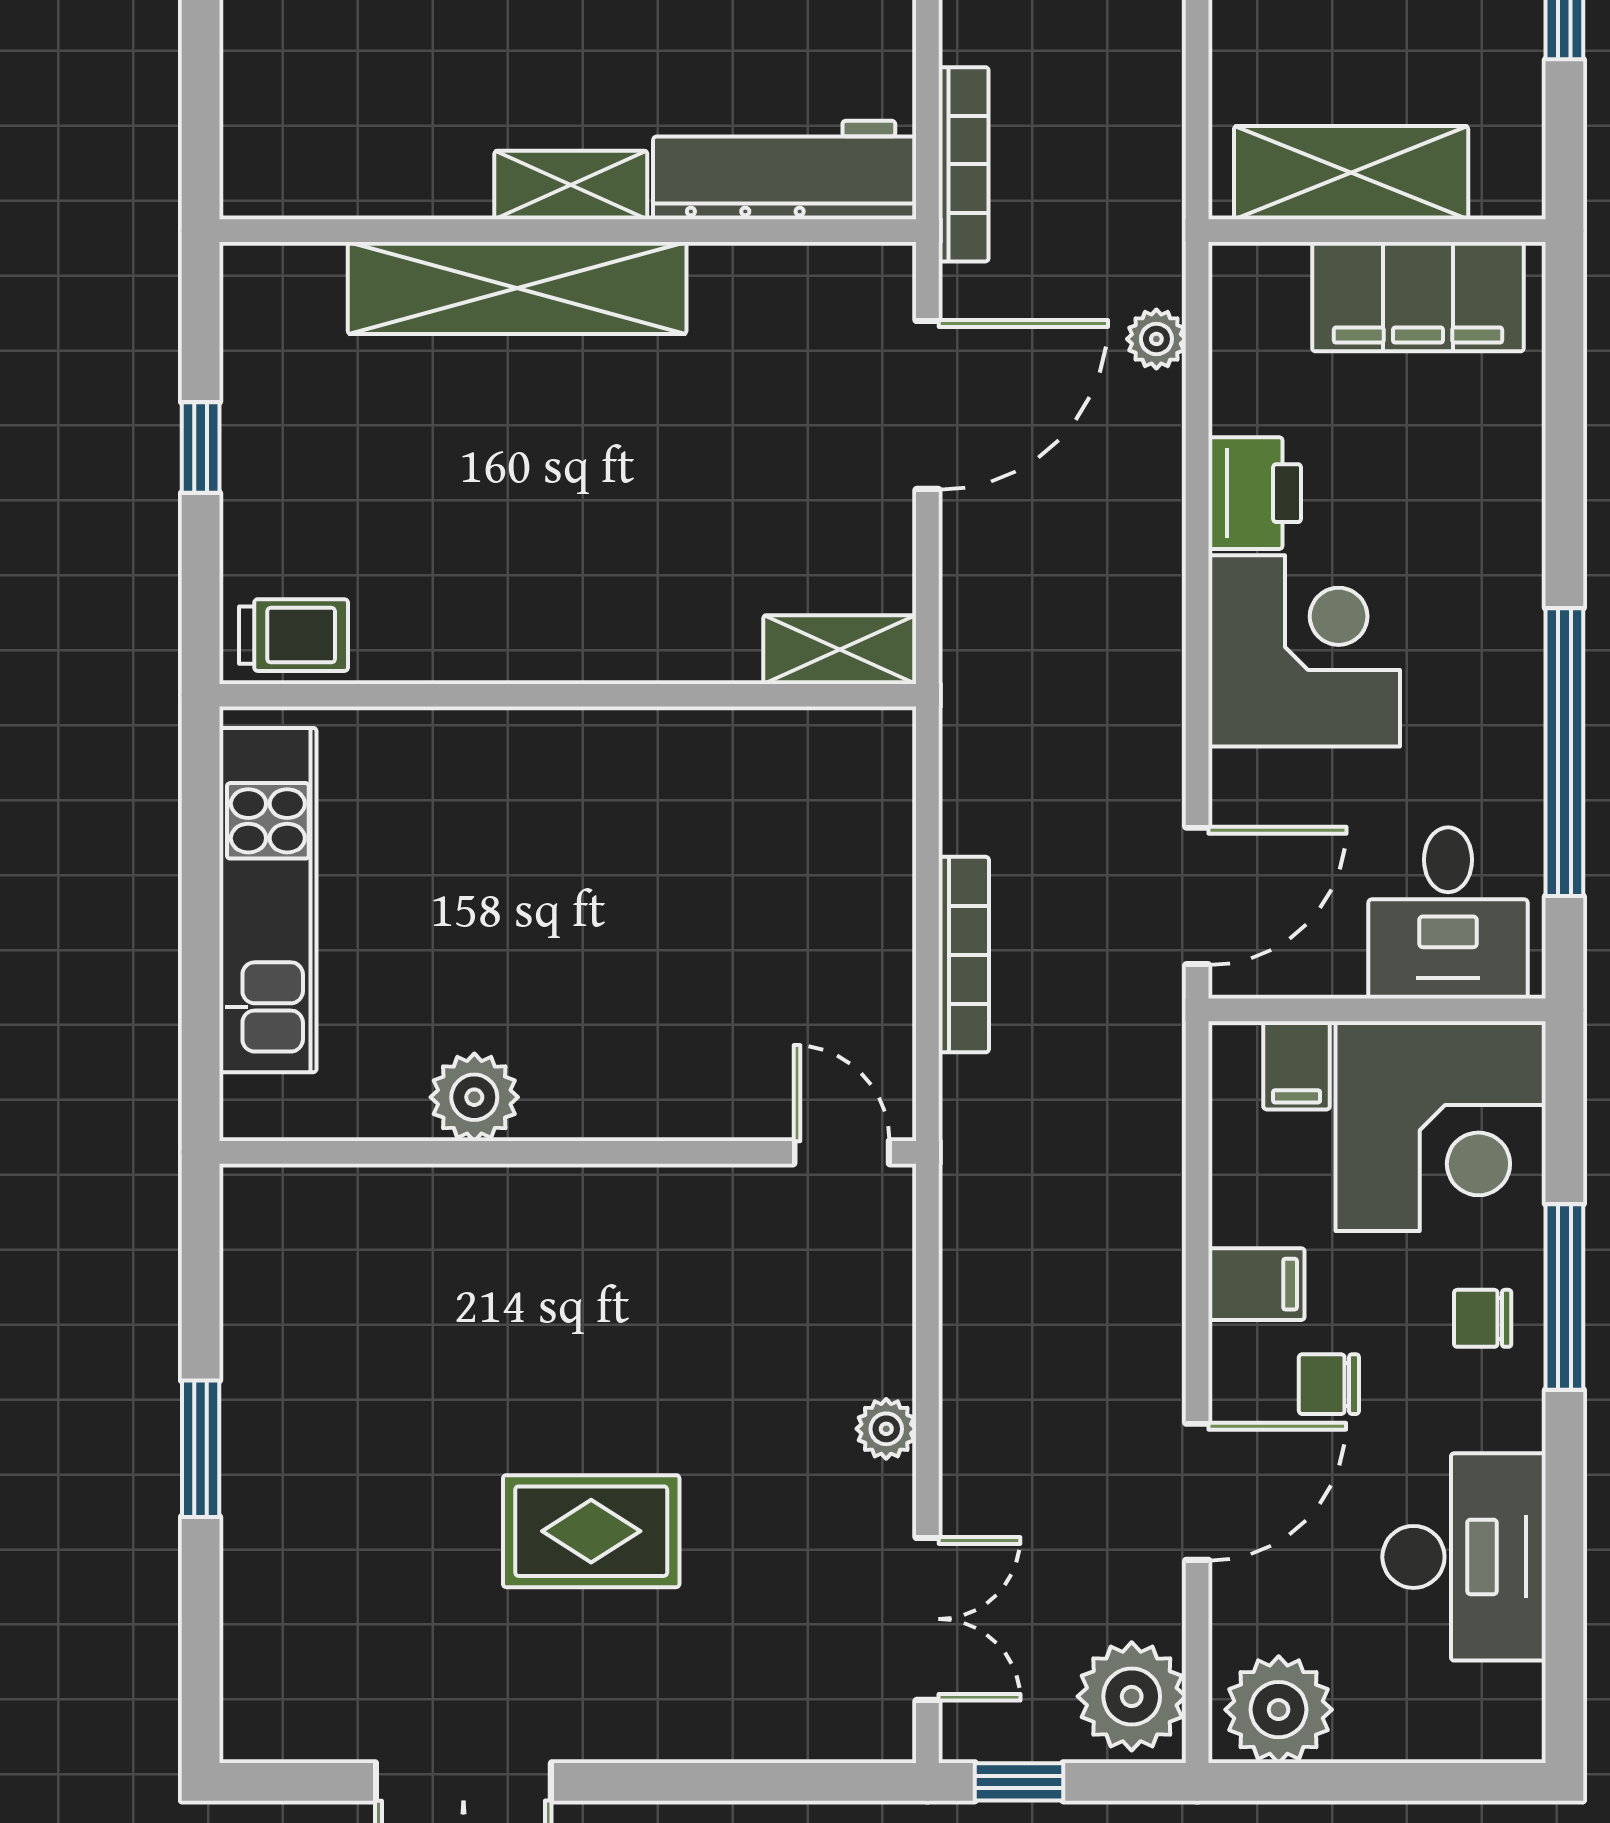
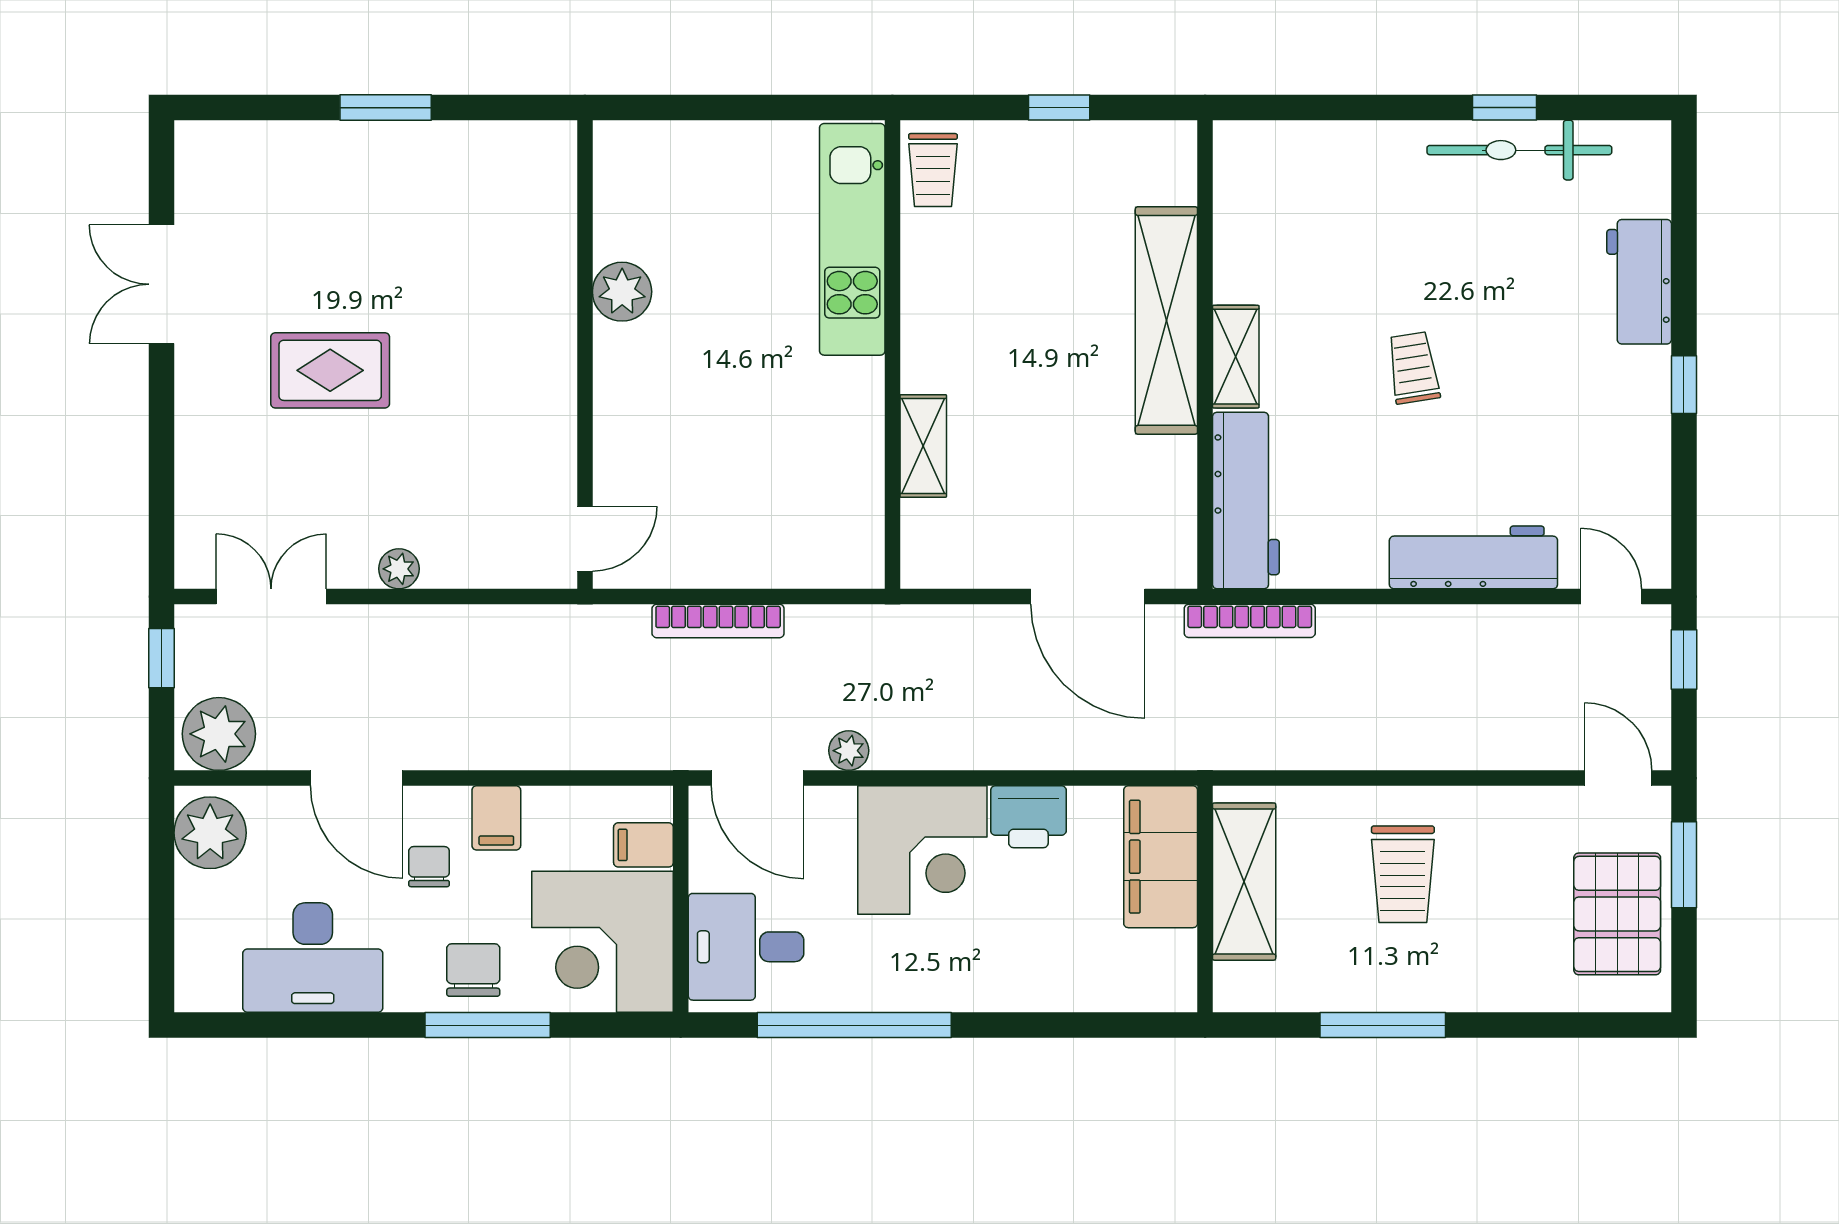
filing cabinet: (1418, 297) -> (1161, 857), moved
plant: (1156, 339) -> (849, 751), moved
shelving: (840, 650) -> (923, 446), moved
kitchen unit: (268, 900) -> (852, 239), moved, turned 90
chair: (1483, 1318) -> (473, 970), width x1.37, depth x1.37
rug: (591, 1531) -> (330, 370), turned 90
double door: (927, 1619) -> (271, 597), swing flipped

